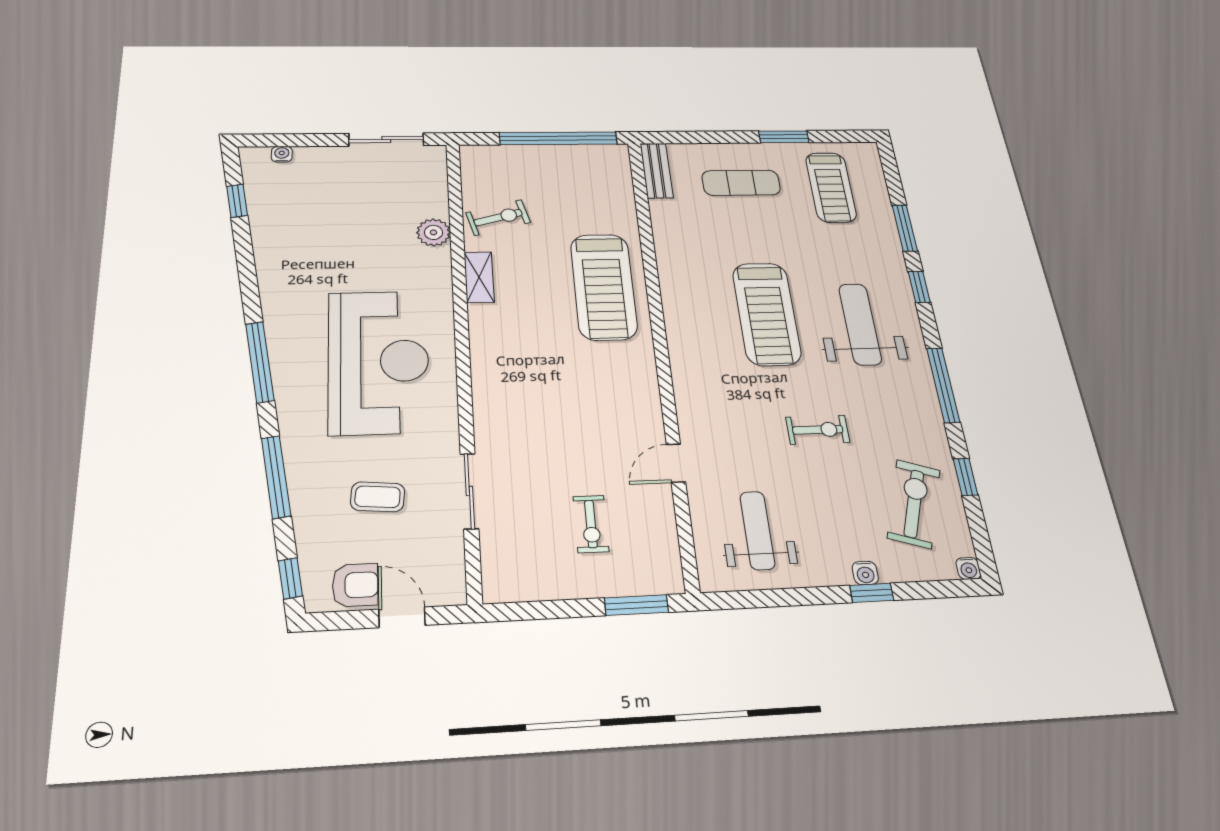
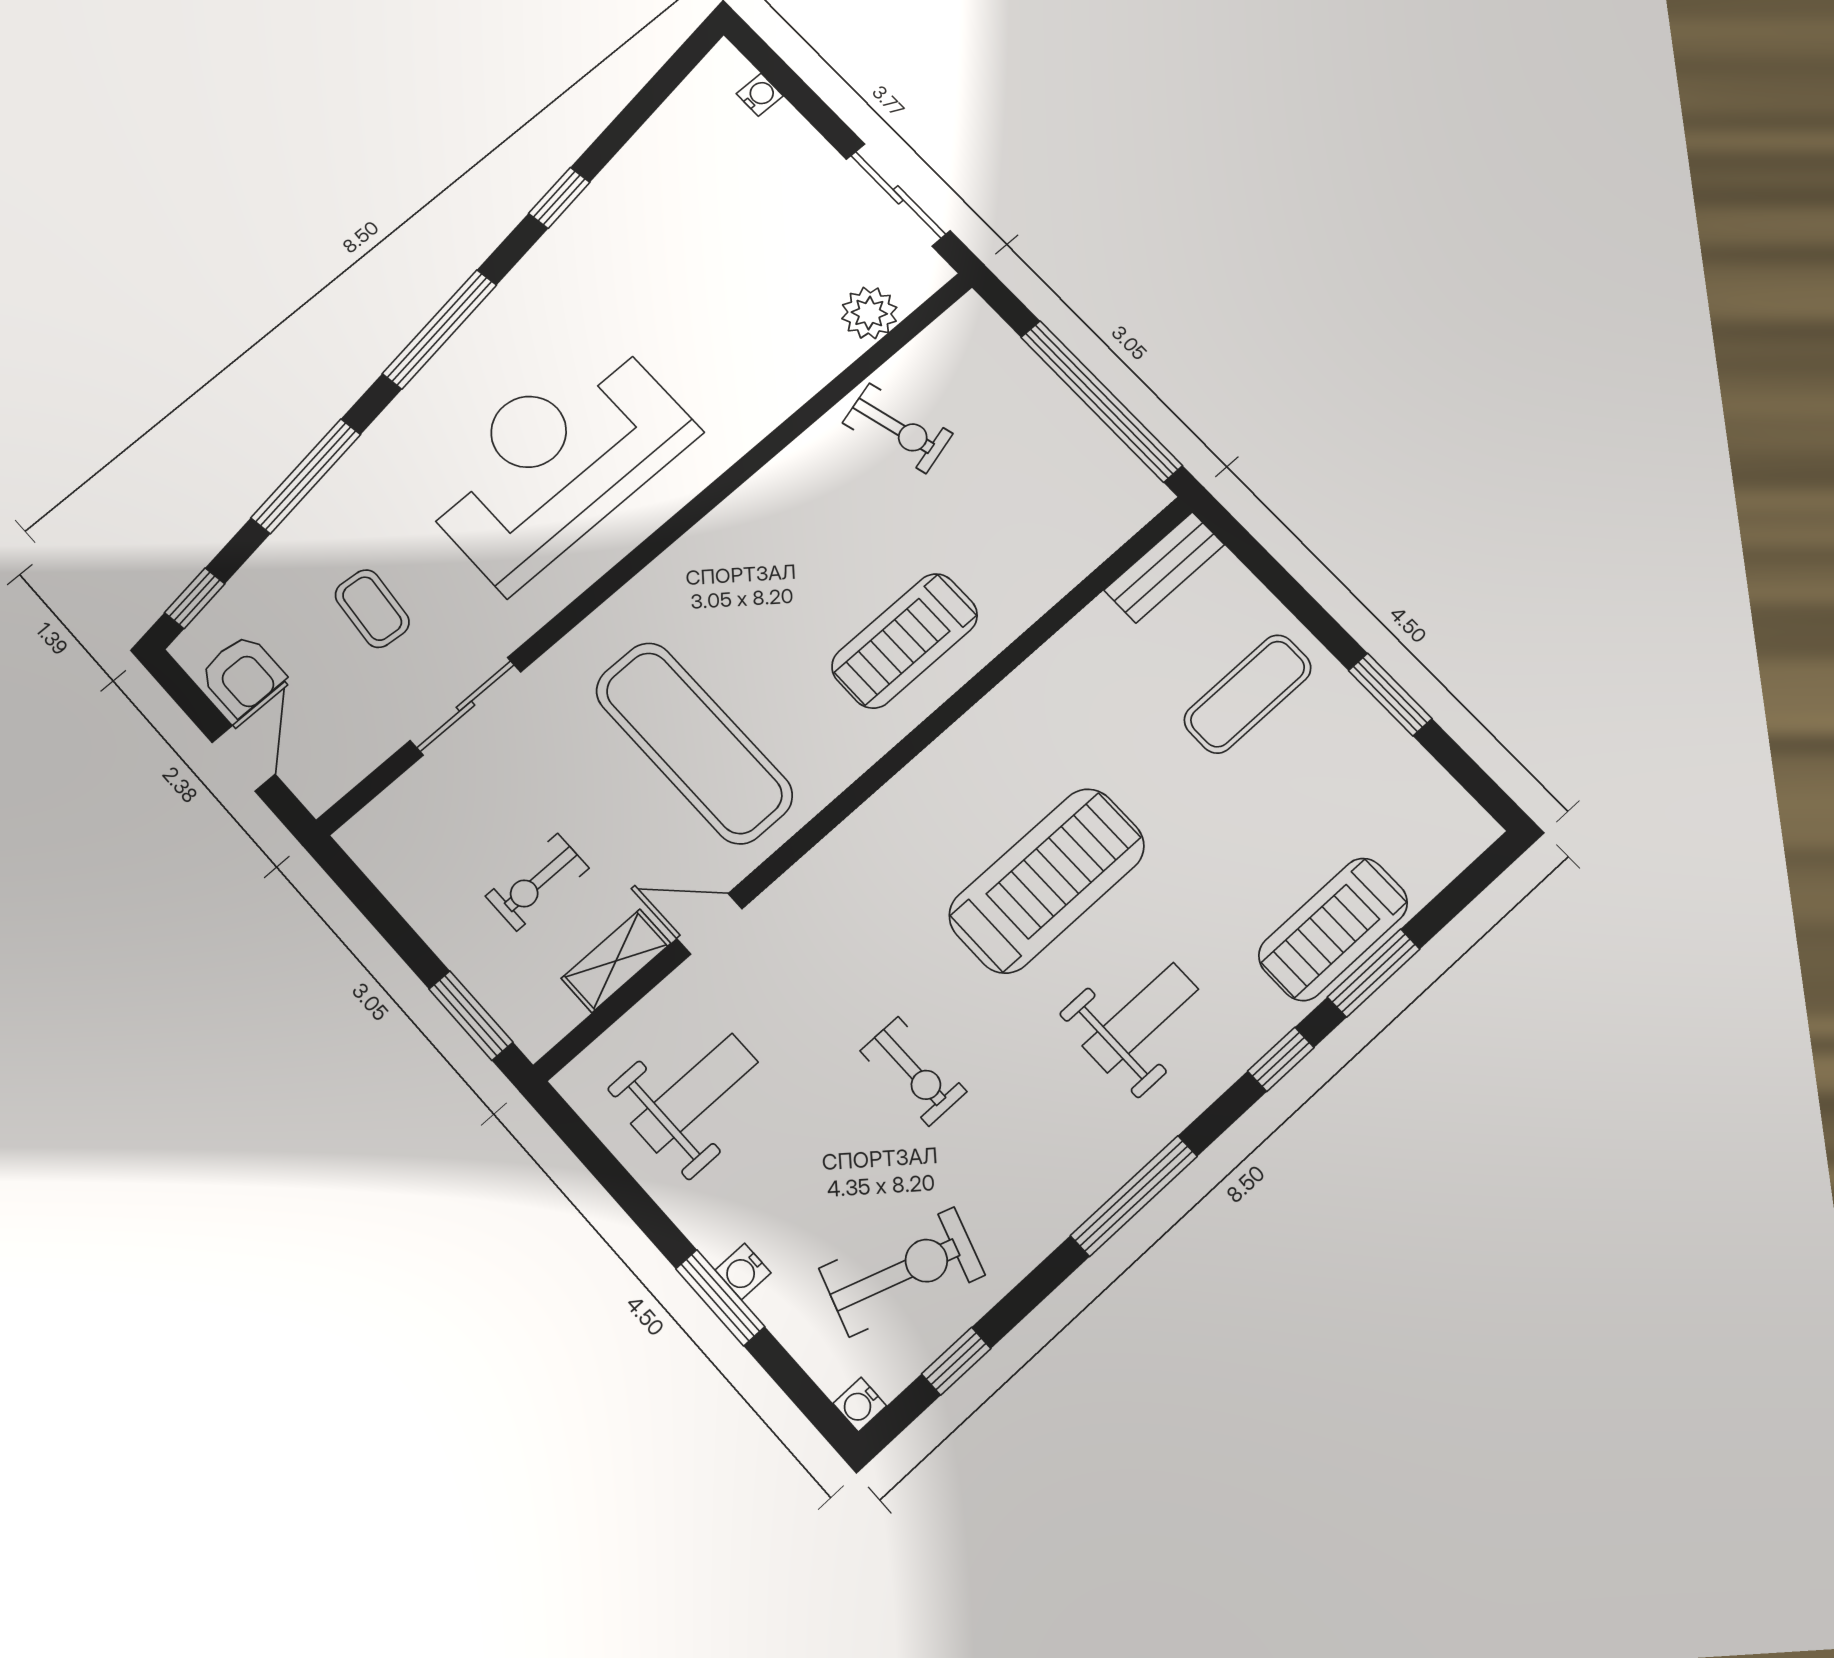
exercise mat: (741, 183) -> (1248, 694), turned 90
treadmill: (831, 187) -> (1333, 929), moved
window: (237, 201) -> (559, 198), moved
plant: (433, 232) -> (869, 313), moved
shelving: (479, 277) -> (616, 961), moved
treadmill: (604, 287) -> (905, 641), width x0.73, depth x0.73
treadmill: (767, 314) -> (1047, 881), turned 180
weight bench: (860, 324) -> (1140, 1017), width x0.73, depth x0.75
reception desk: (379, 361) -> (555, 460), turned 180
exercise mat: (578, 405) -> (694, 743), added
window: (966, 477) -> (956, 1361), moved
window: (872, 593) -> (720, 1298), width x1.50

